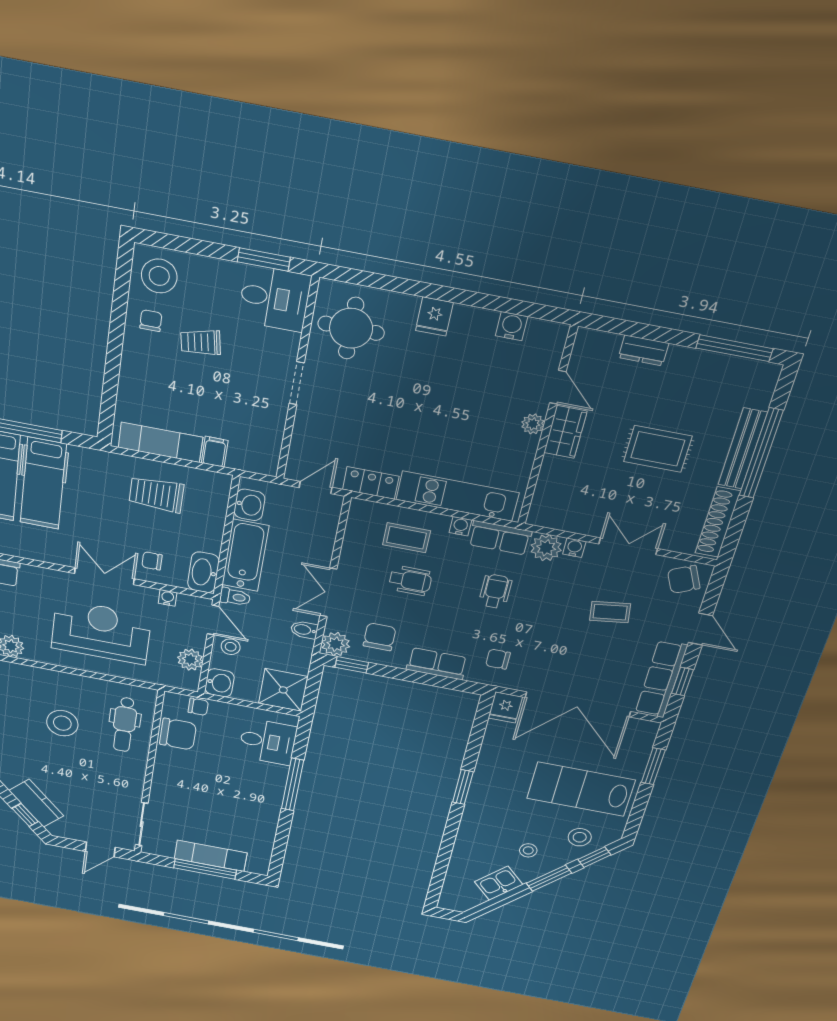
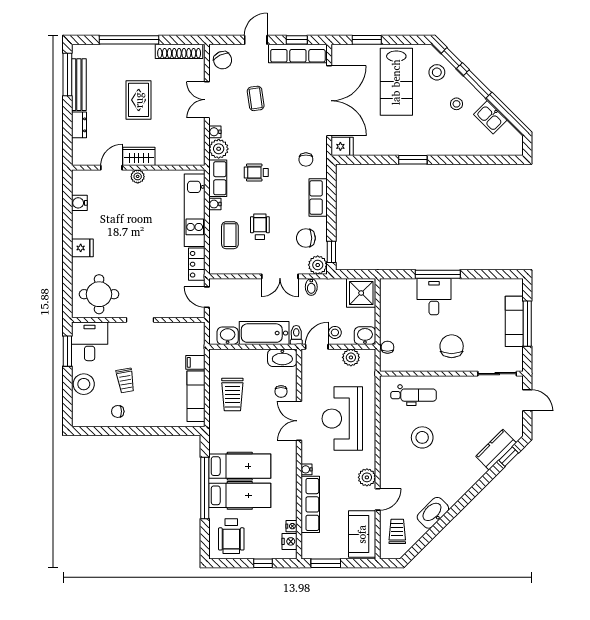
stool: (159, 276) -> (84, 384), moved
bench: (743, 449) -> (79, 85), moved, turned 90
water cooler: (168, 598) -> (306, 469), moved
chair: (178, 734) -> (452, 346), moved
desk: (268, 742) -> (434, 297), moved

